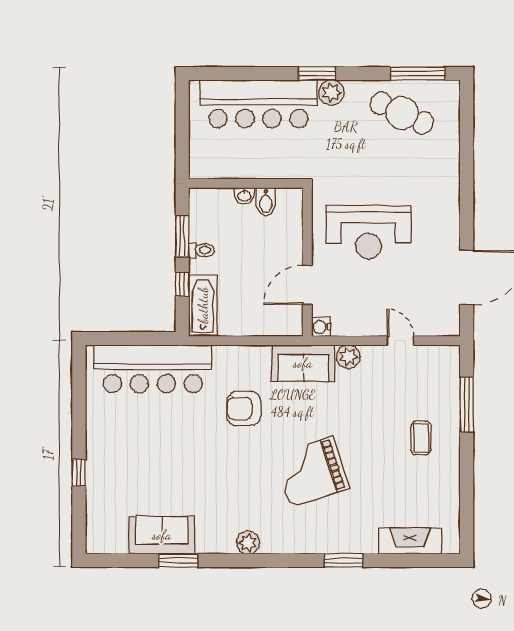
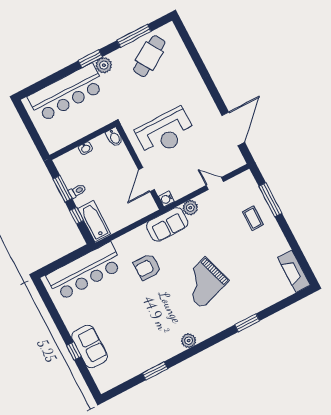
window: (417, 73) -> (134, 36), moved
cafe table: (402, 113) -> (149, 56), turned -57
bidet: (266, 202) -> (114, 137), moved
coffee table: (421, 438) -> (253, 218), moved
sofa: (162, 535) -> (90, 346), moved, turned 90
fireplace: (410, 541) -> (294, 271), moved, turned -90

